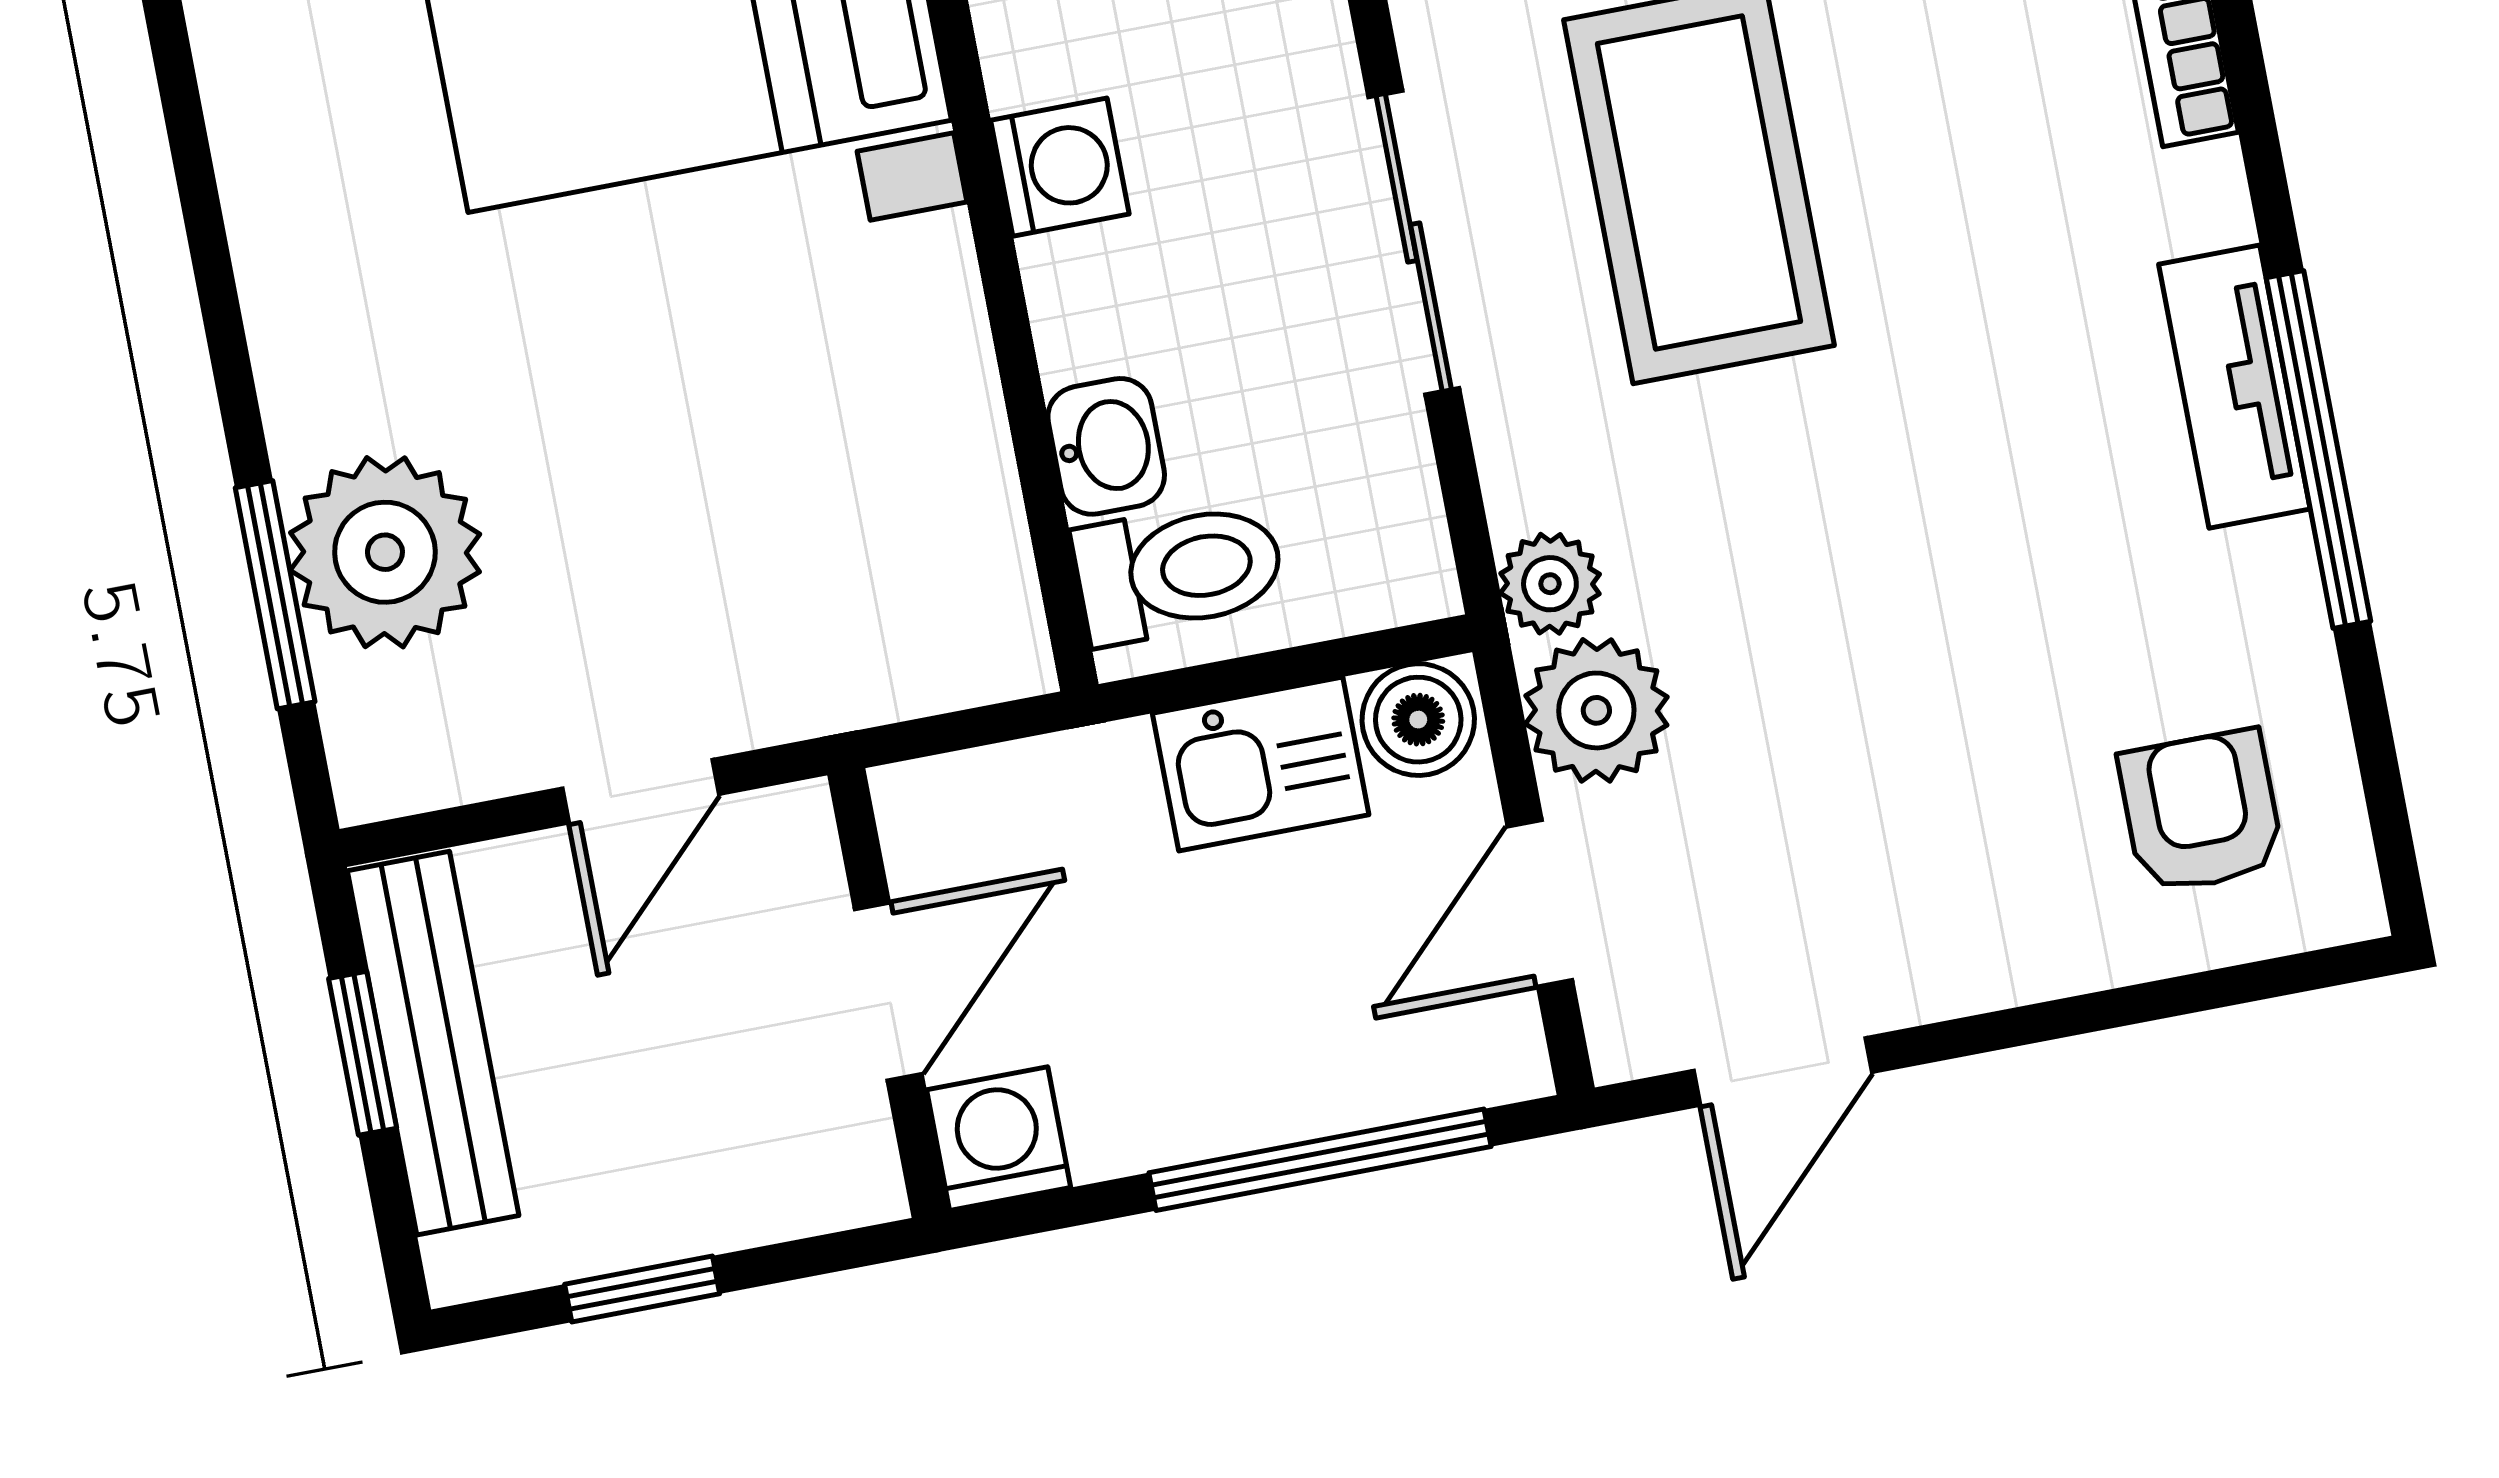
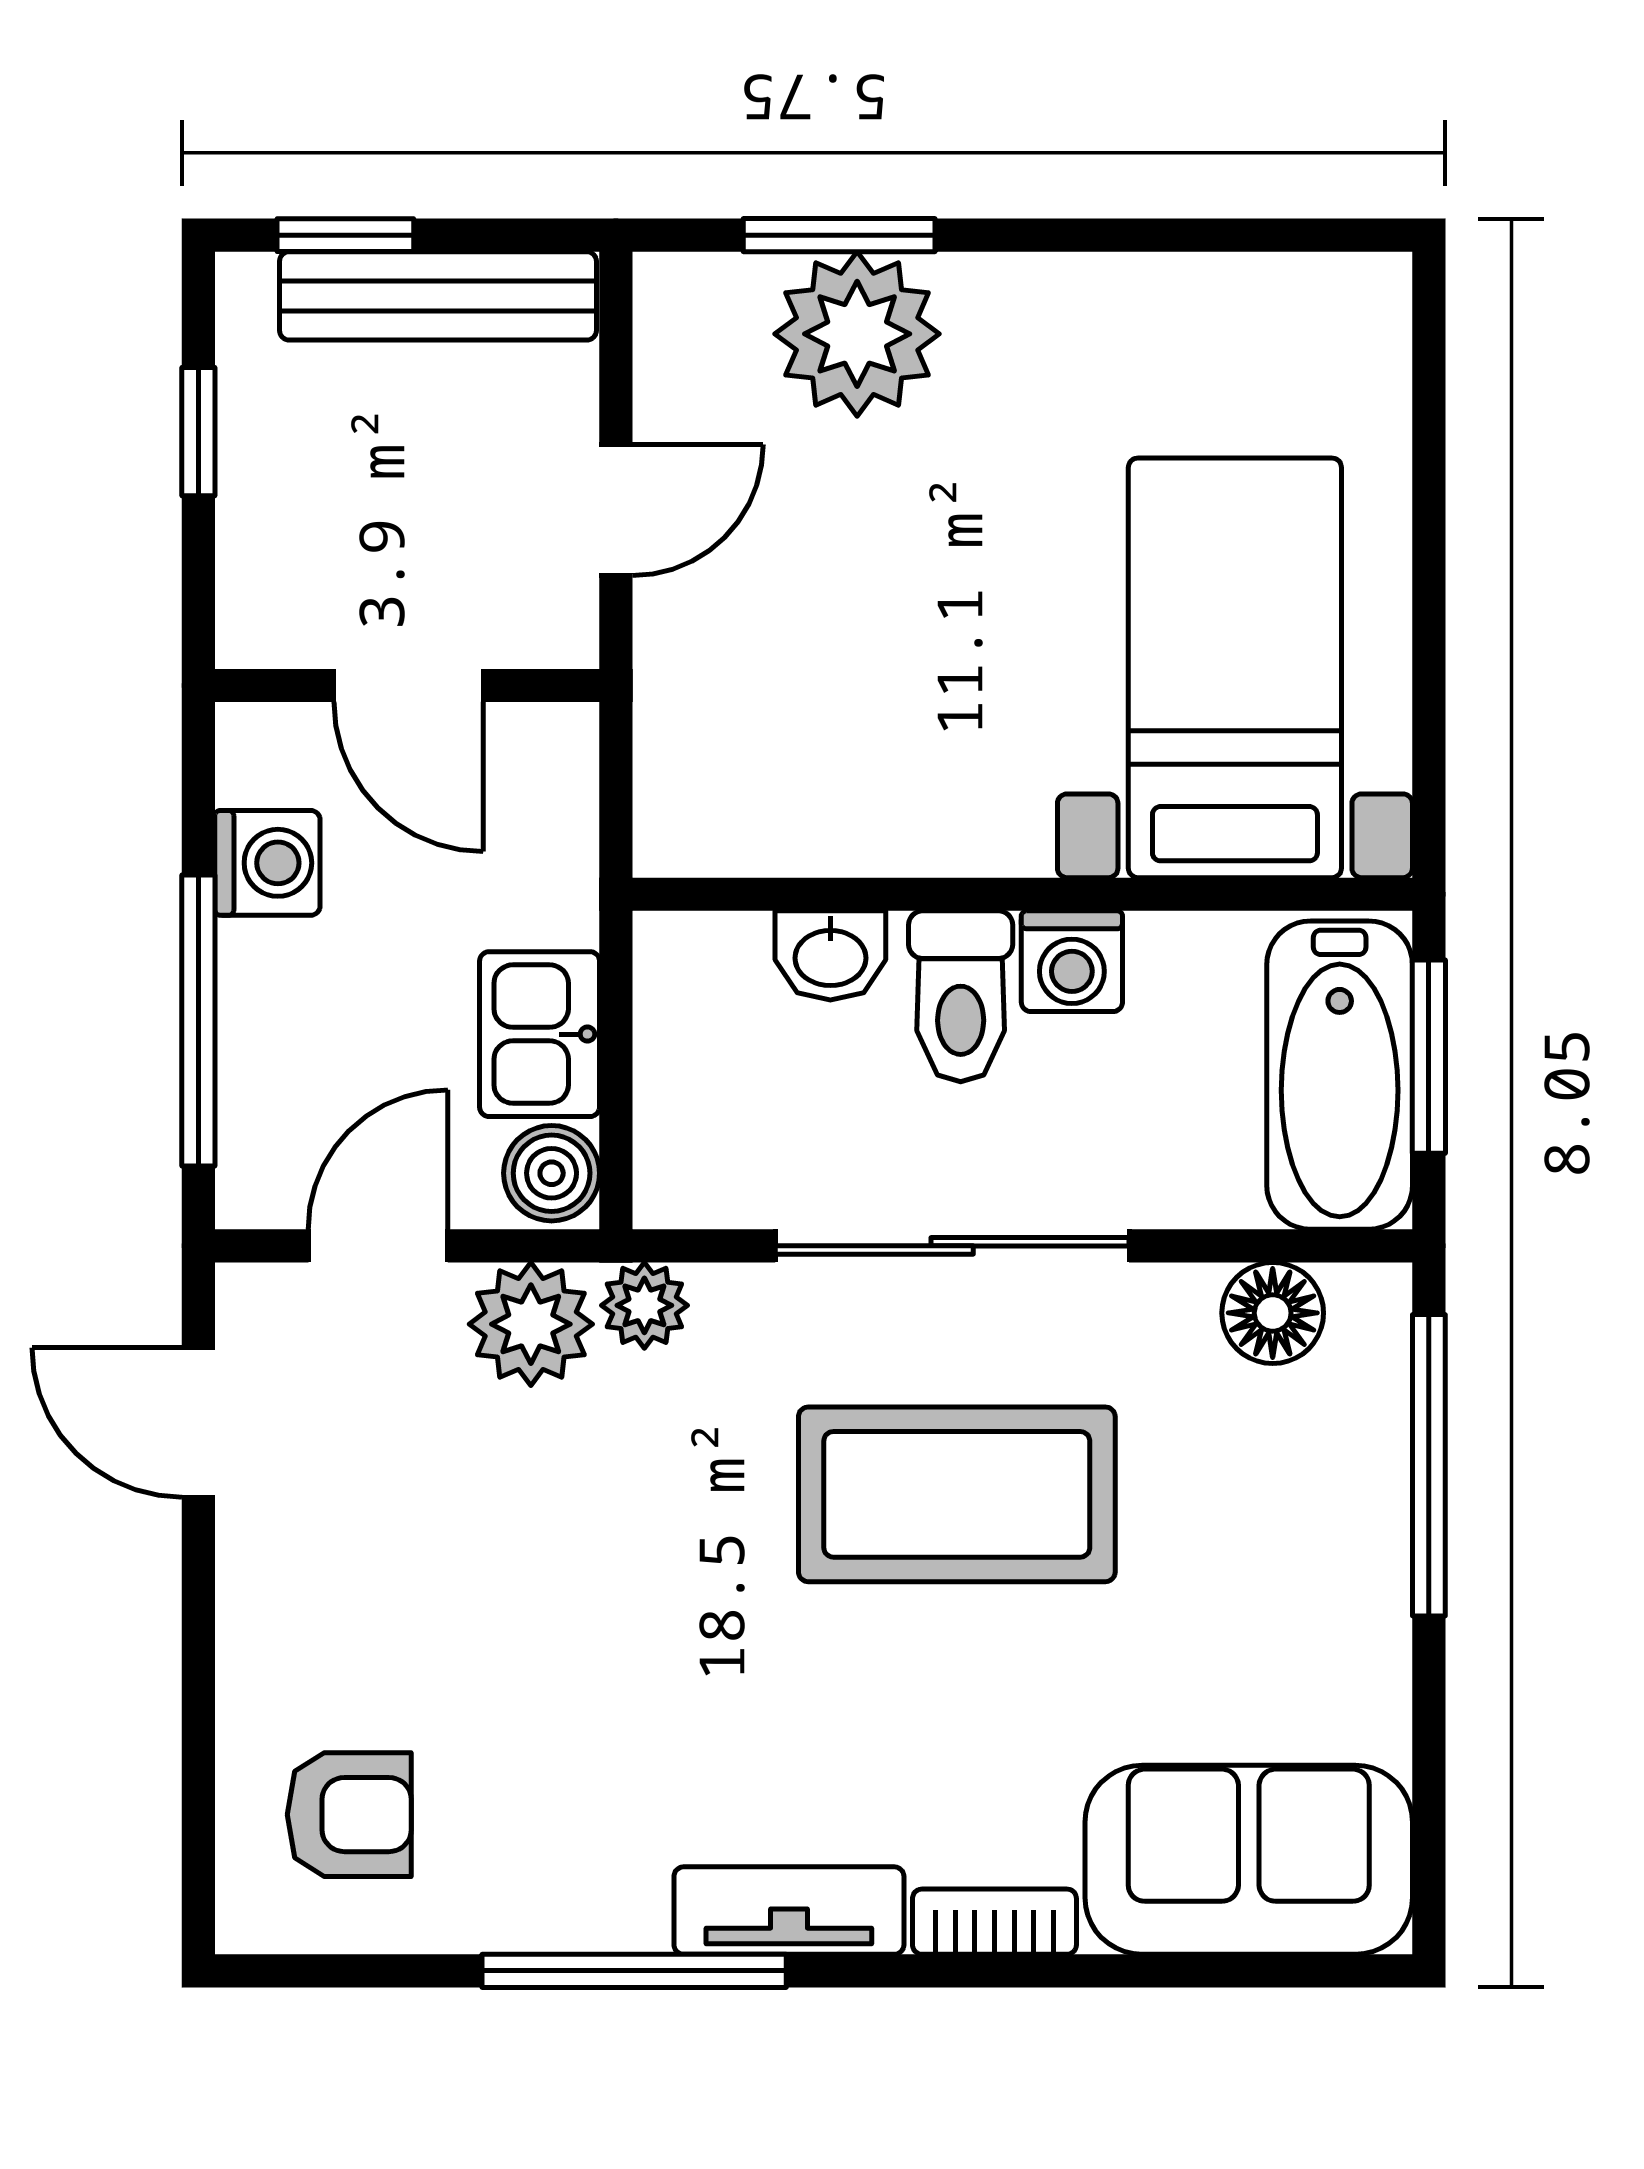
sliding door: (1414, 243) -> (952, 1246), width x1.37
tv unit: (2234, 387) -> (789, 1911), moved
toilet: (1179, 571) -> (961, 996), moved
door: (641, 791) -> (616, 510), swing flipped
door: (1540, 903) -> (378, 1246), hinge flipped
window: (363, 1053) -> (345, 235), moved
washing machine: (999, 1139) -> (267, 863), moved

